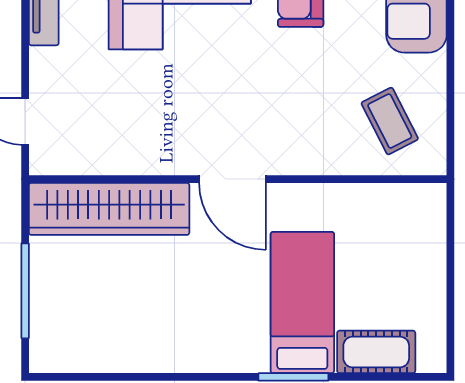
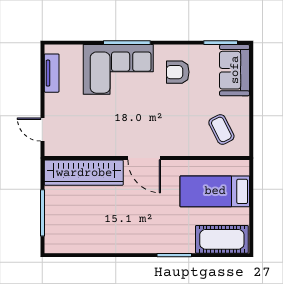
bed: (302, 303) -> (215, 191), moved, turned -90
cot: (376, 352) -> (222, 239), width x1.37, depth x1.34

